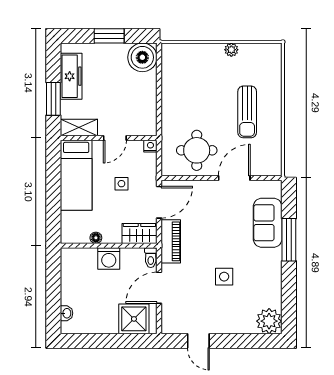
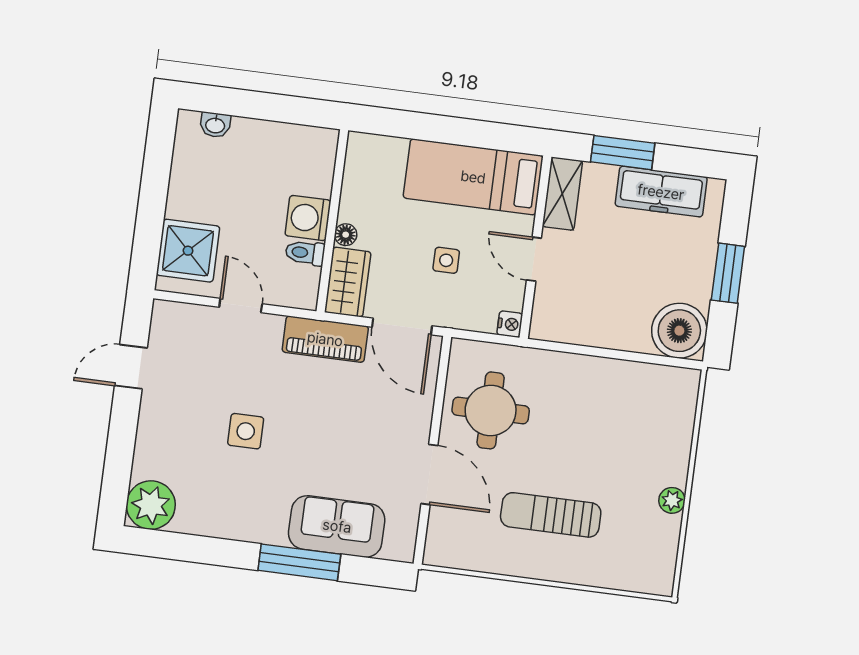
floor lamp: (96, 238) -> (346, 235), moved
toilet: (151, 258) -> (305, 253), moved
door: (159, 288) -> (241, 306), width x0.73

